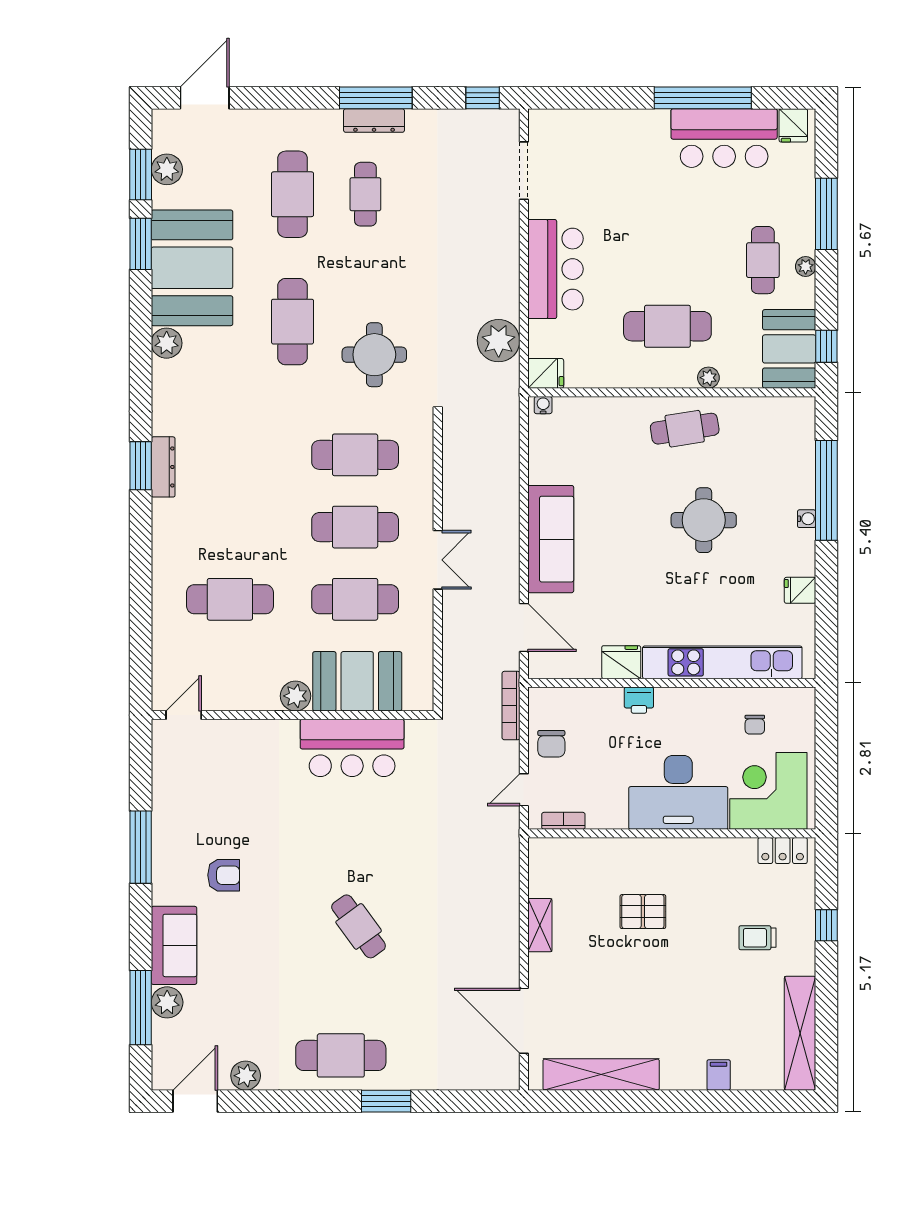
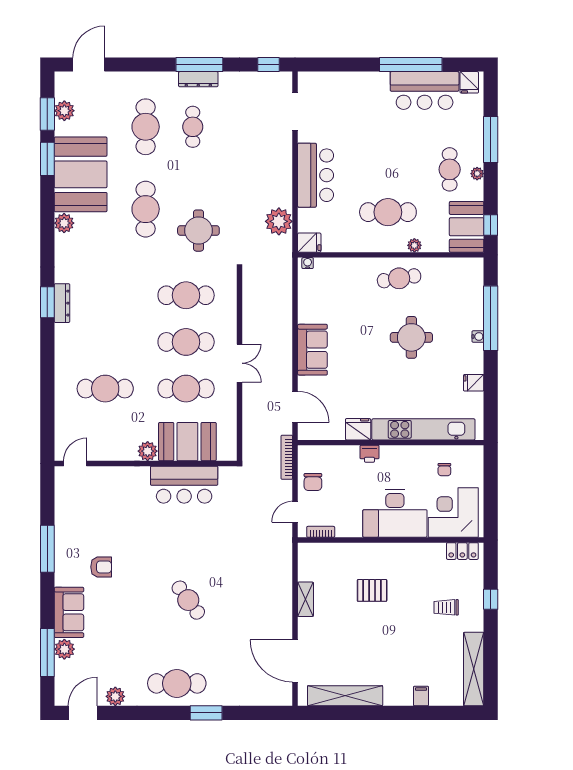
sofa: (551, 539) -> (312, 350), width x0.73

